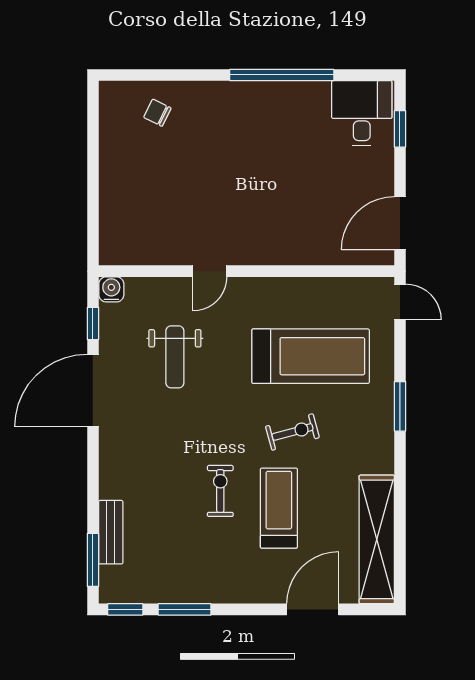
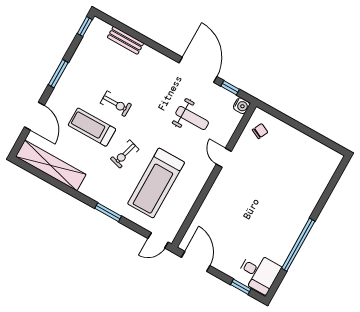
chair: (157, 113) -> (260, 131), moved
weight bench: (175, 357) -> (192, 118), turned 180
exercise bike: (292, 432) -> (125, 154), turned 31
treadmill: (279, 508) -> (92, 127), turned 180
window: (93, 560) -> (117, 24), removed
window: (185, 609) -> (58, 74), moved

